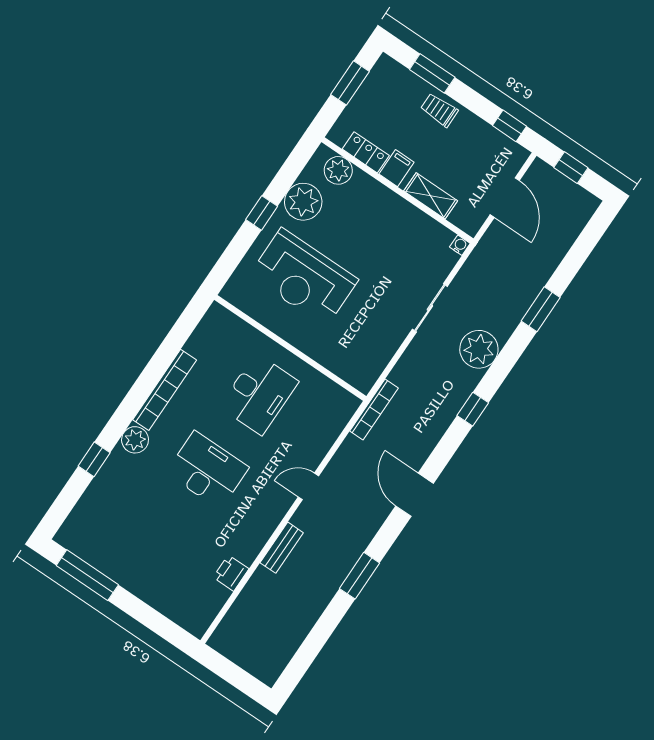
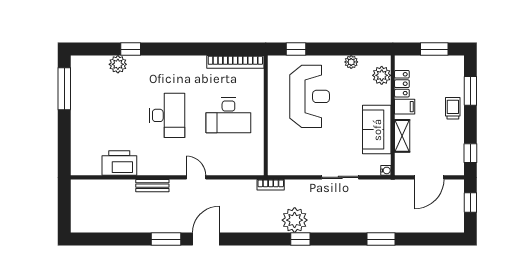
plant: (303, 202) -> (351, 62), width x0.53, depth x0.53
window: (262, 213) -> (296, 49), moved
sofa: (401, 222) -> (377, 130), added
reception desk: (304, 278) -> (310, 96), turned 180
plant: (479, 349) -> (295, 220), moved
bookcase: (165, 390) -> (235, 62), moved
bookcase: (374, 410) -> (271, 185), width x0.64
plant: (135, 440) -> (118, 64), moved
door: (415, 495) -> (206, 239), moved
printer: (231, 573) -> (119, 163), width x1.87, depth x1.48

